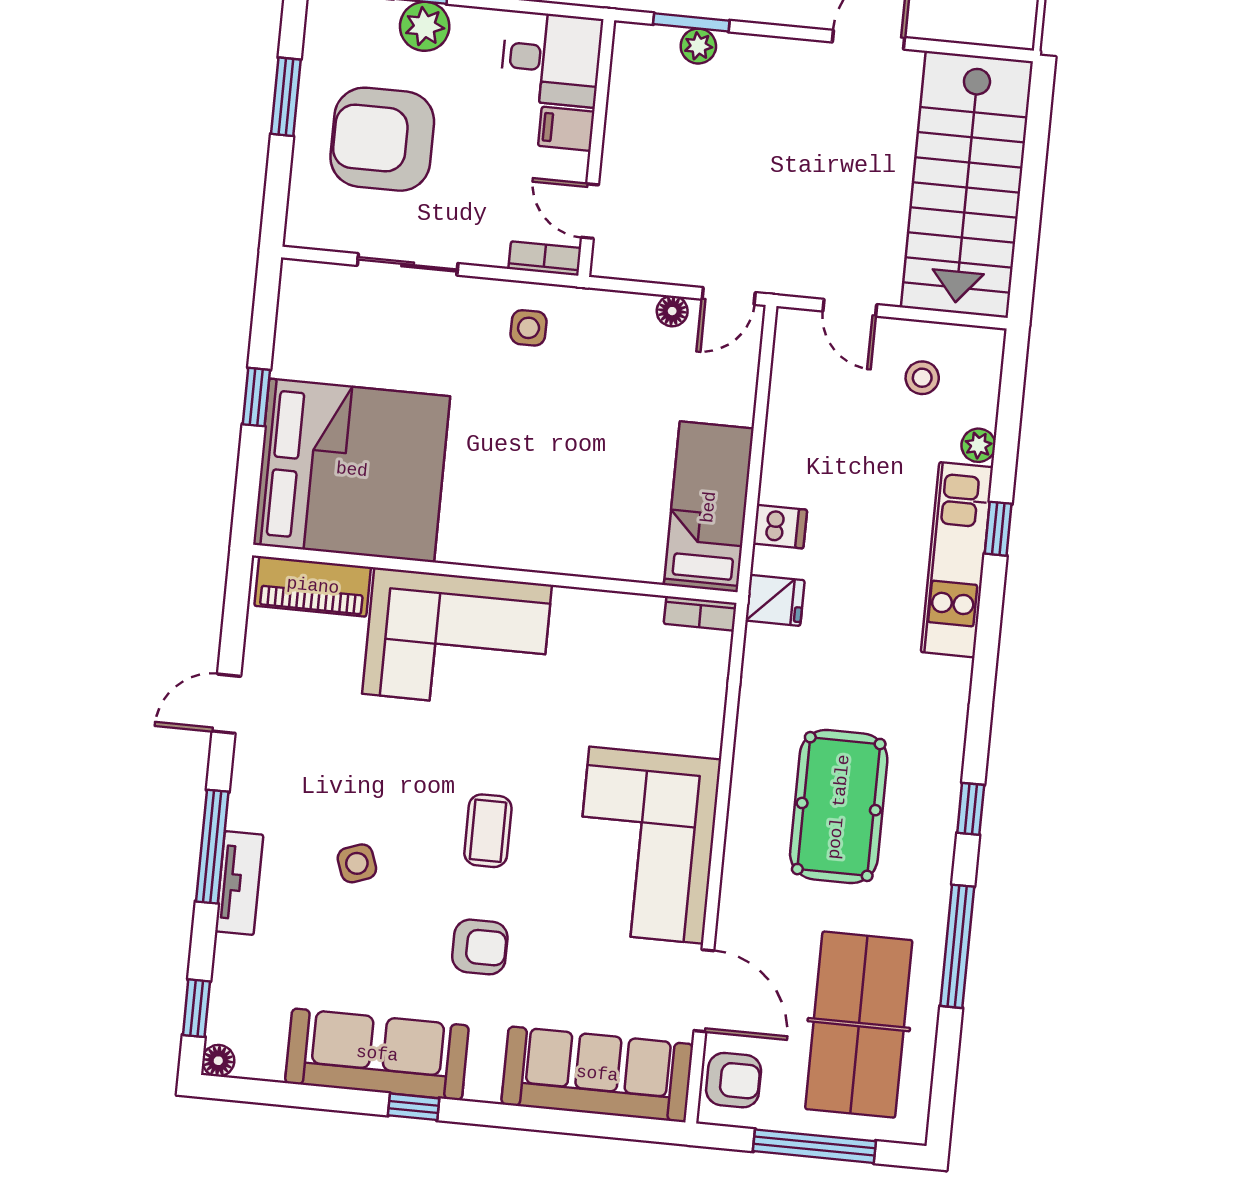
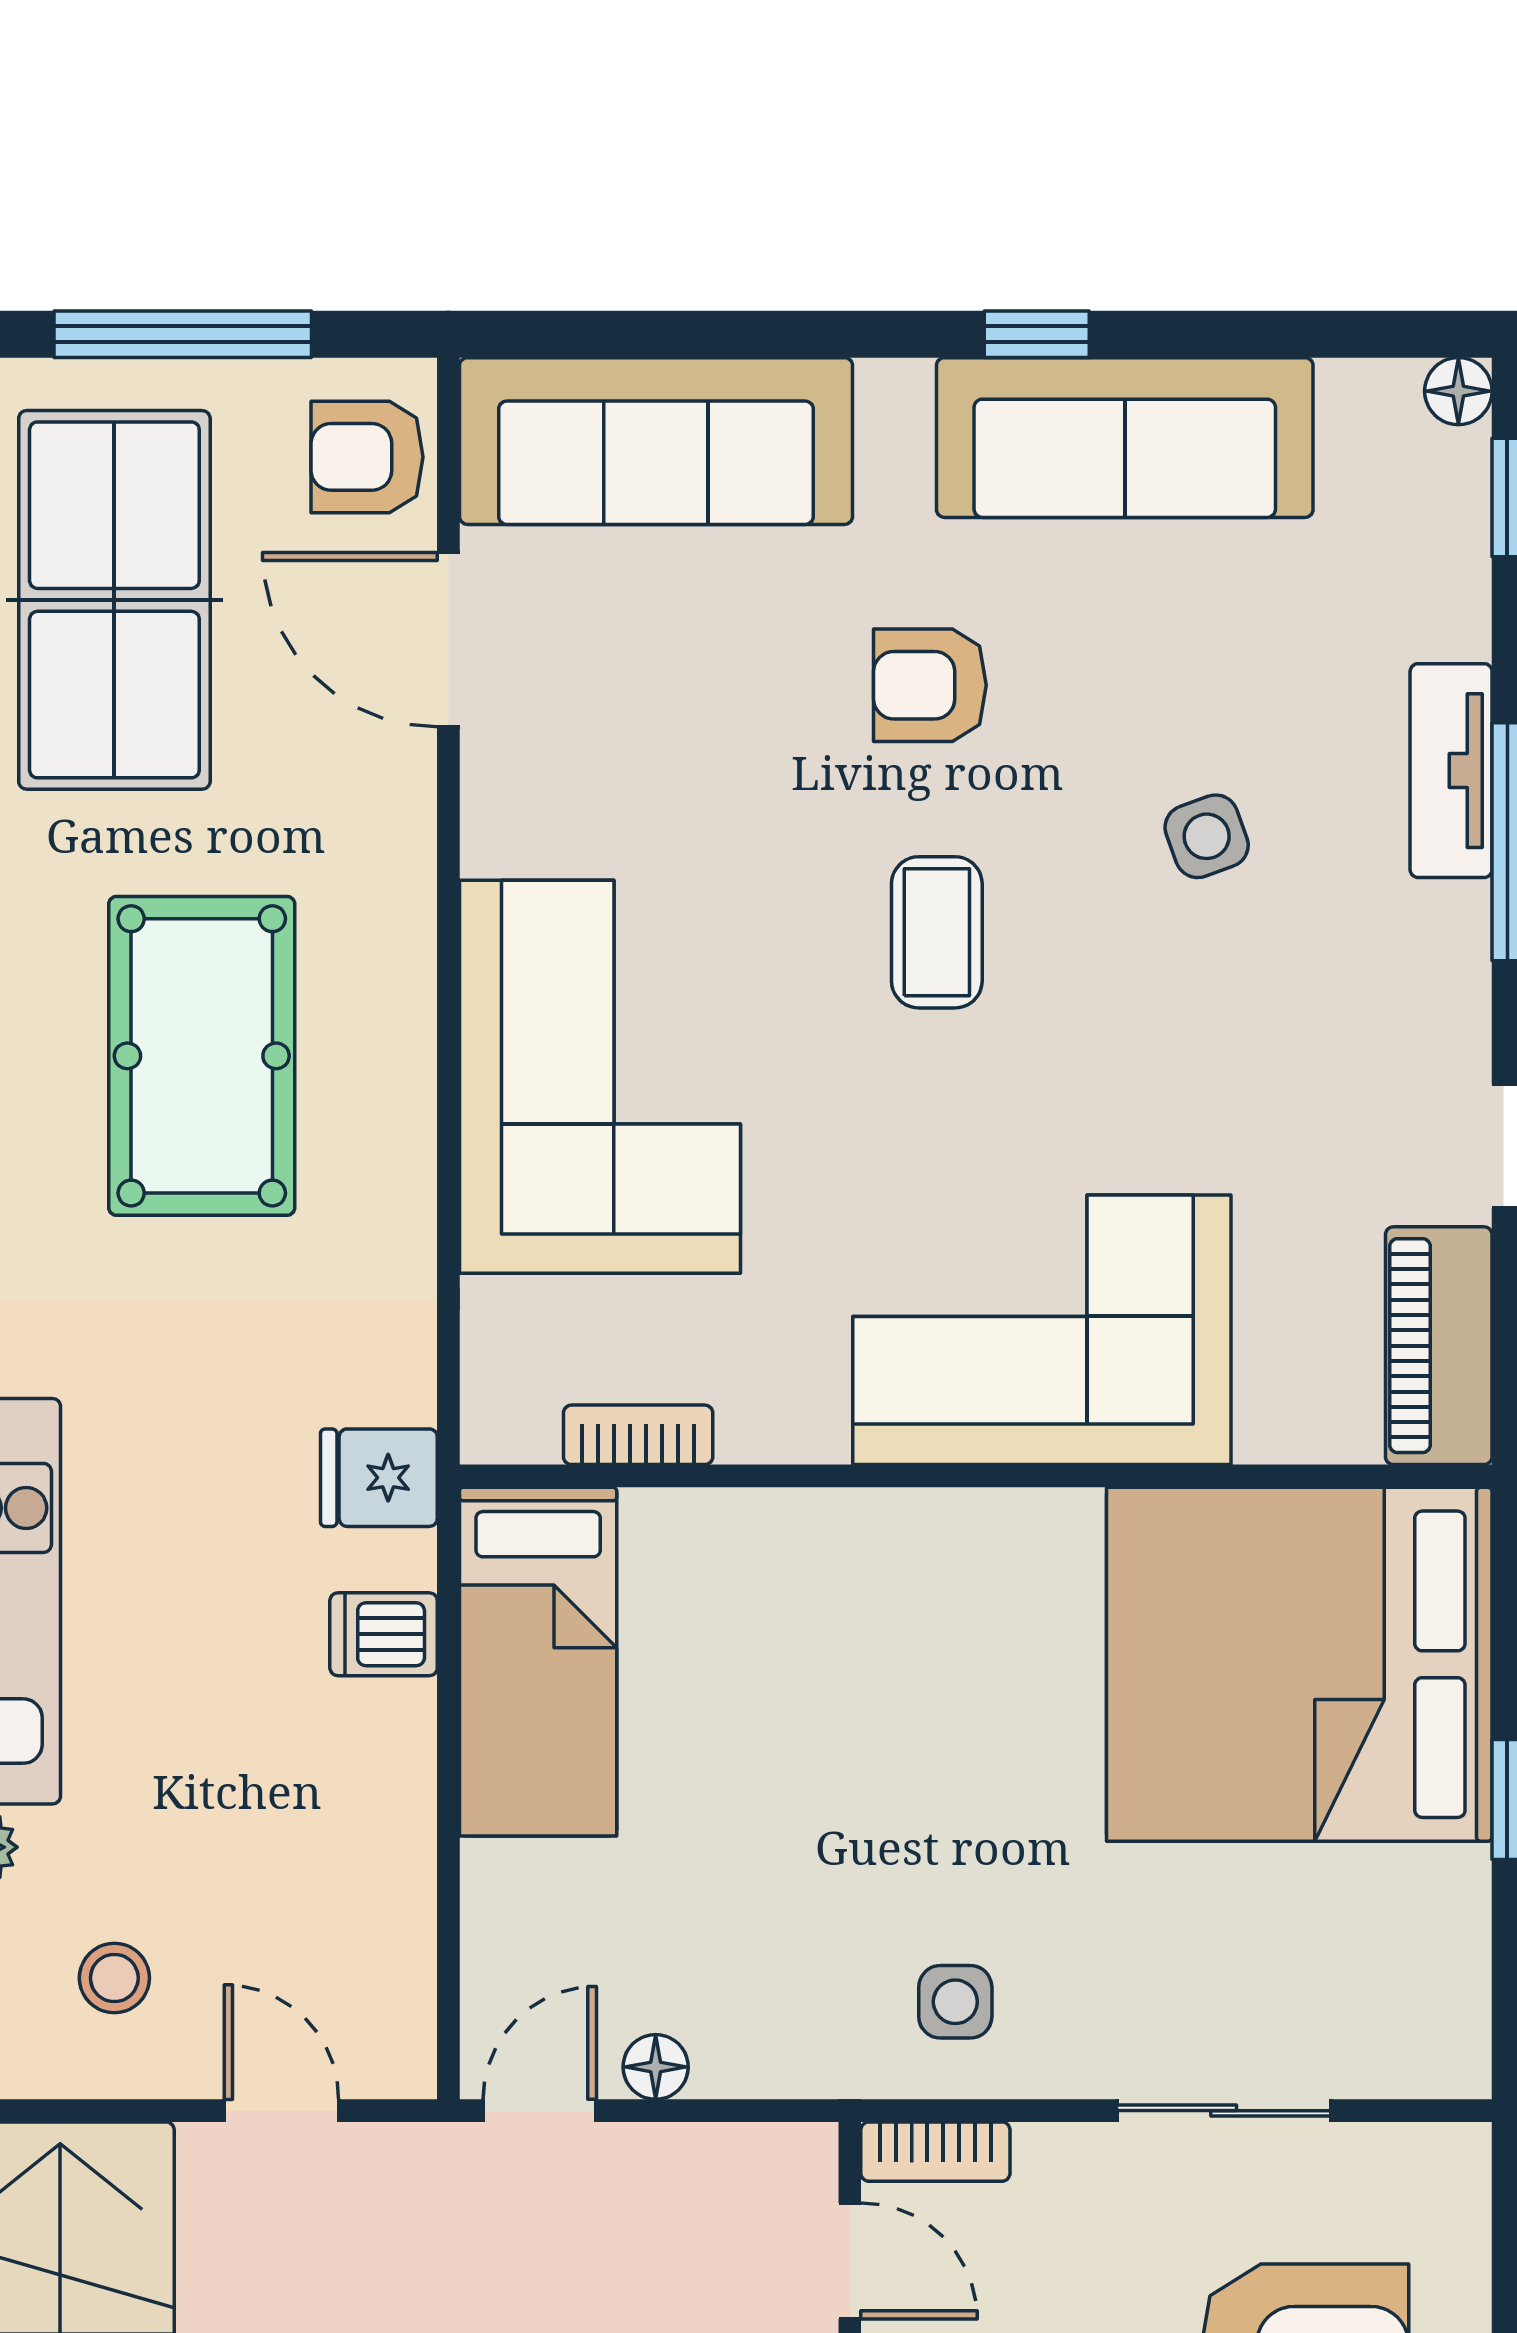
piano: (313, 586) -> (1439, 1346), moved, turned -90
bookcase: (700, 613) -> (638, 1435), moved
corner sofa: (646, 845) -> (600, 1077), moved

